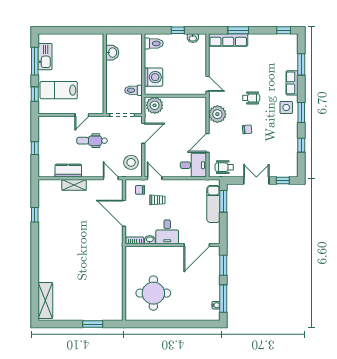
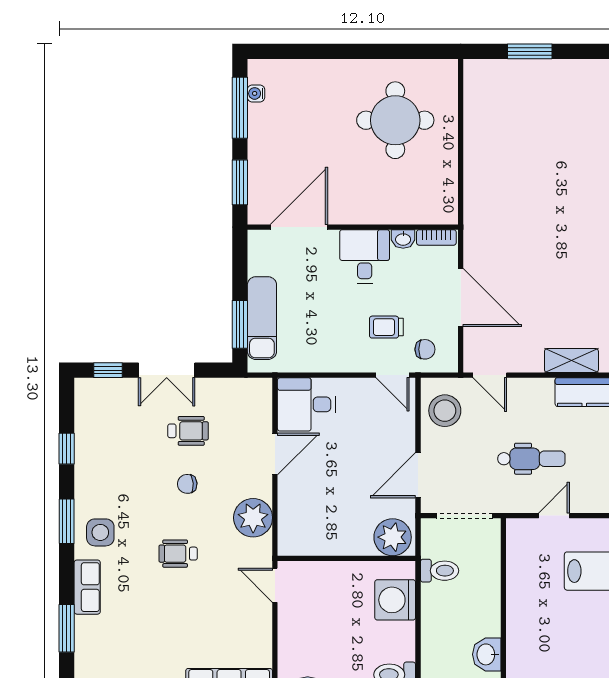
wheelchair: (224, 167) -> (188, 431), moved

